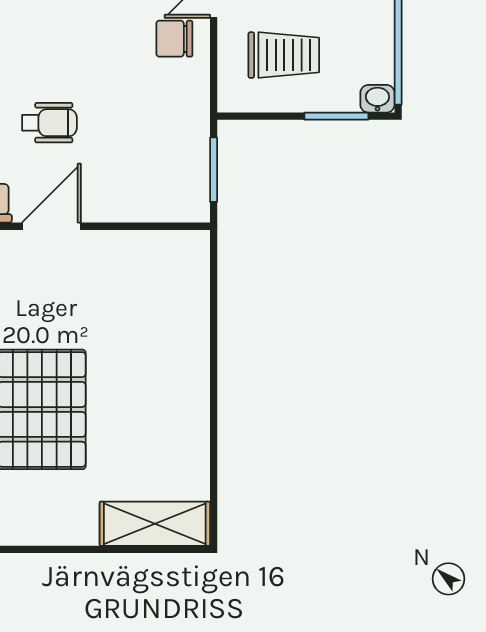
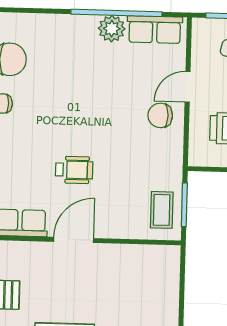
coffee table: (180, 178) -> (162, 210), added

